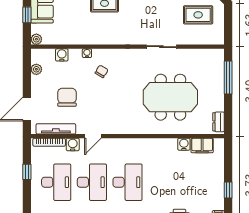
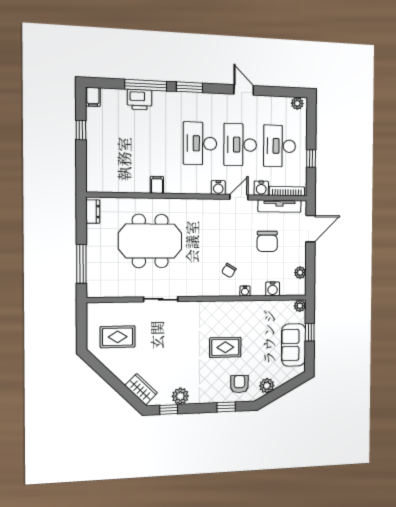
water cooler: (184, 144) -> (218, 188), moved
filing cabinet: (202, 146) -> (157, 185), moved, width x0.50

